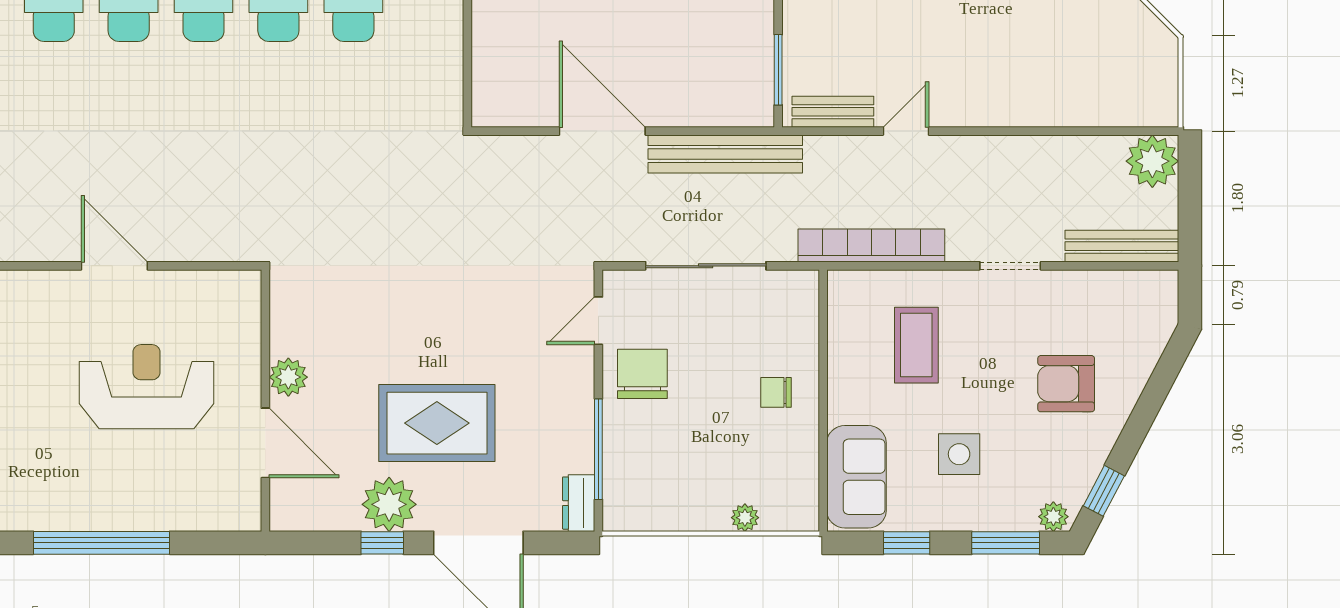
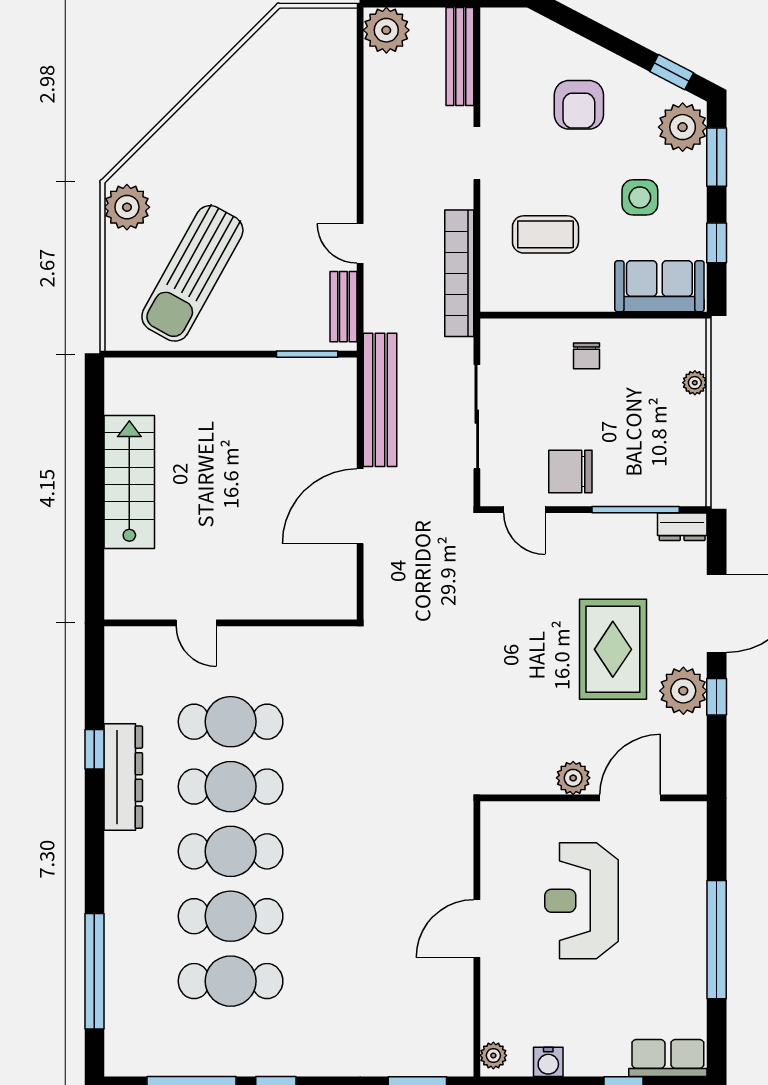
plant: (1053, 517) -> (683, 127), width x1.88, depth x1.88

